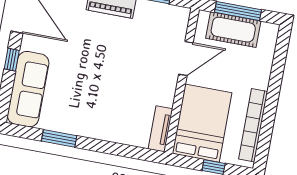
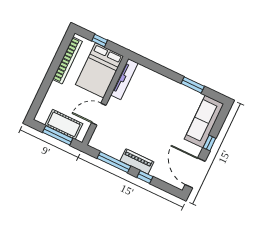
tv unit: (160, 129) -> (124, 79), width x1.41

